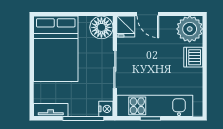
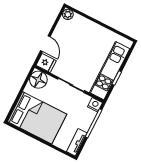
door: (148, 14) -> (45, 44), hinge flipped
plant: (190, 29) -> (68, 14), width x0.53, depth x0.53
dishwasher: (193, 57) -> (90, 28), removed

